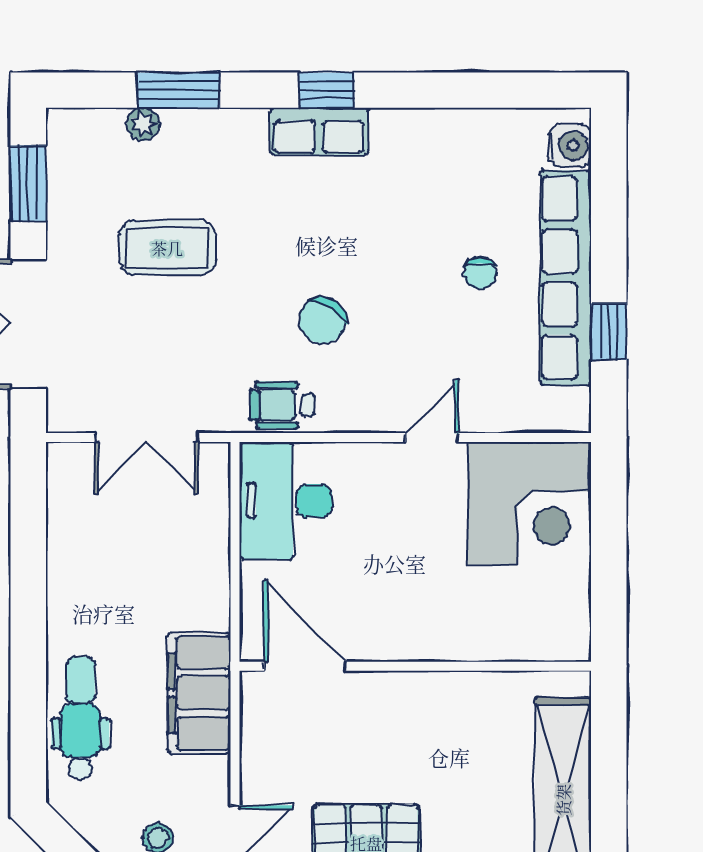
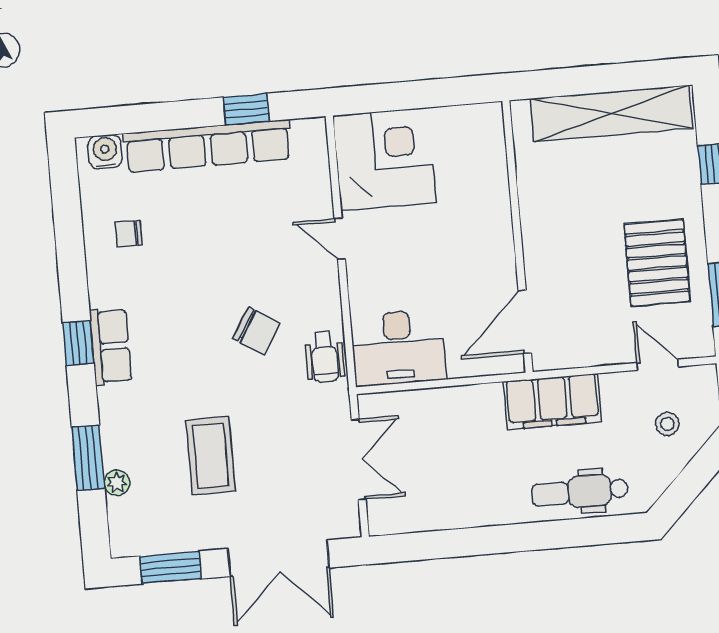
chair: (480, 273) -> (129, 234), moved, turned 180

